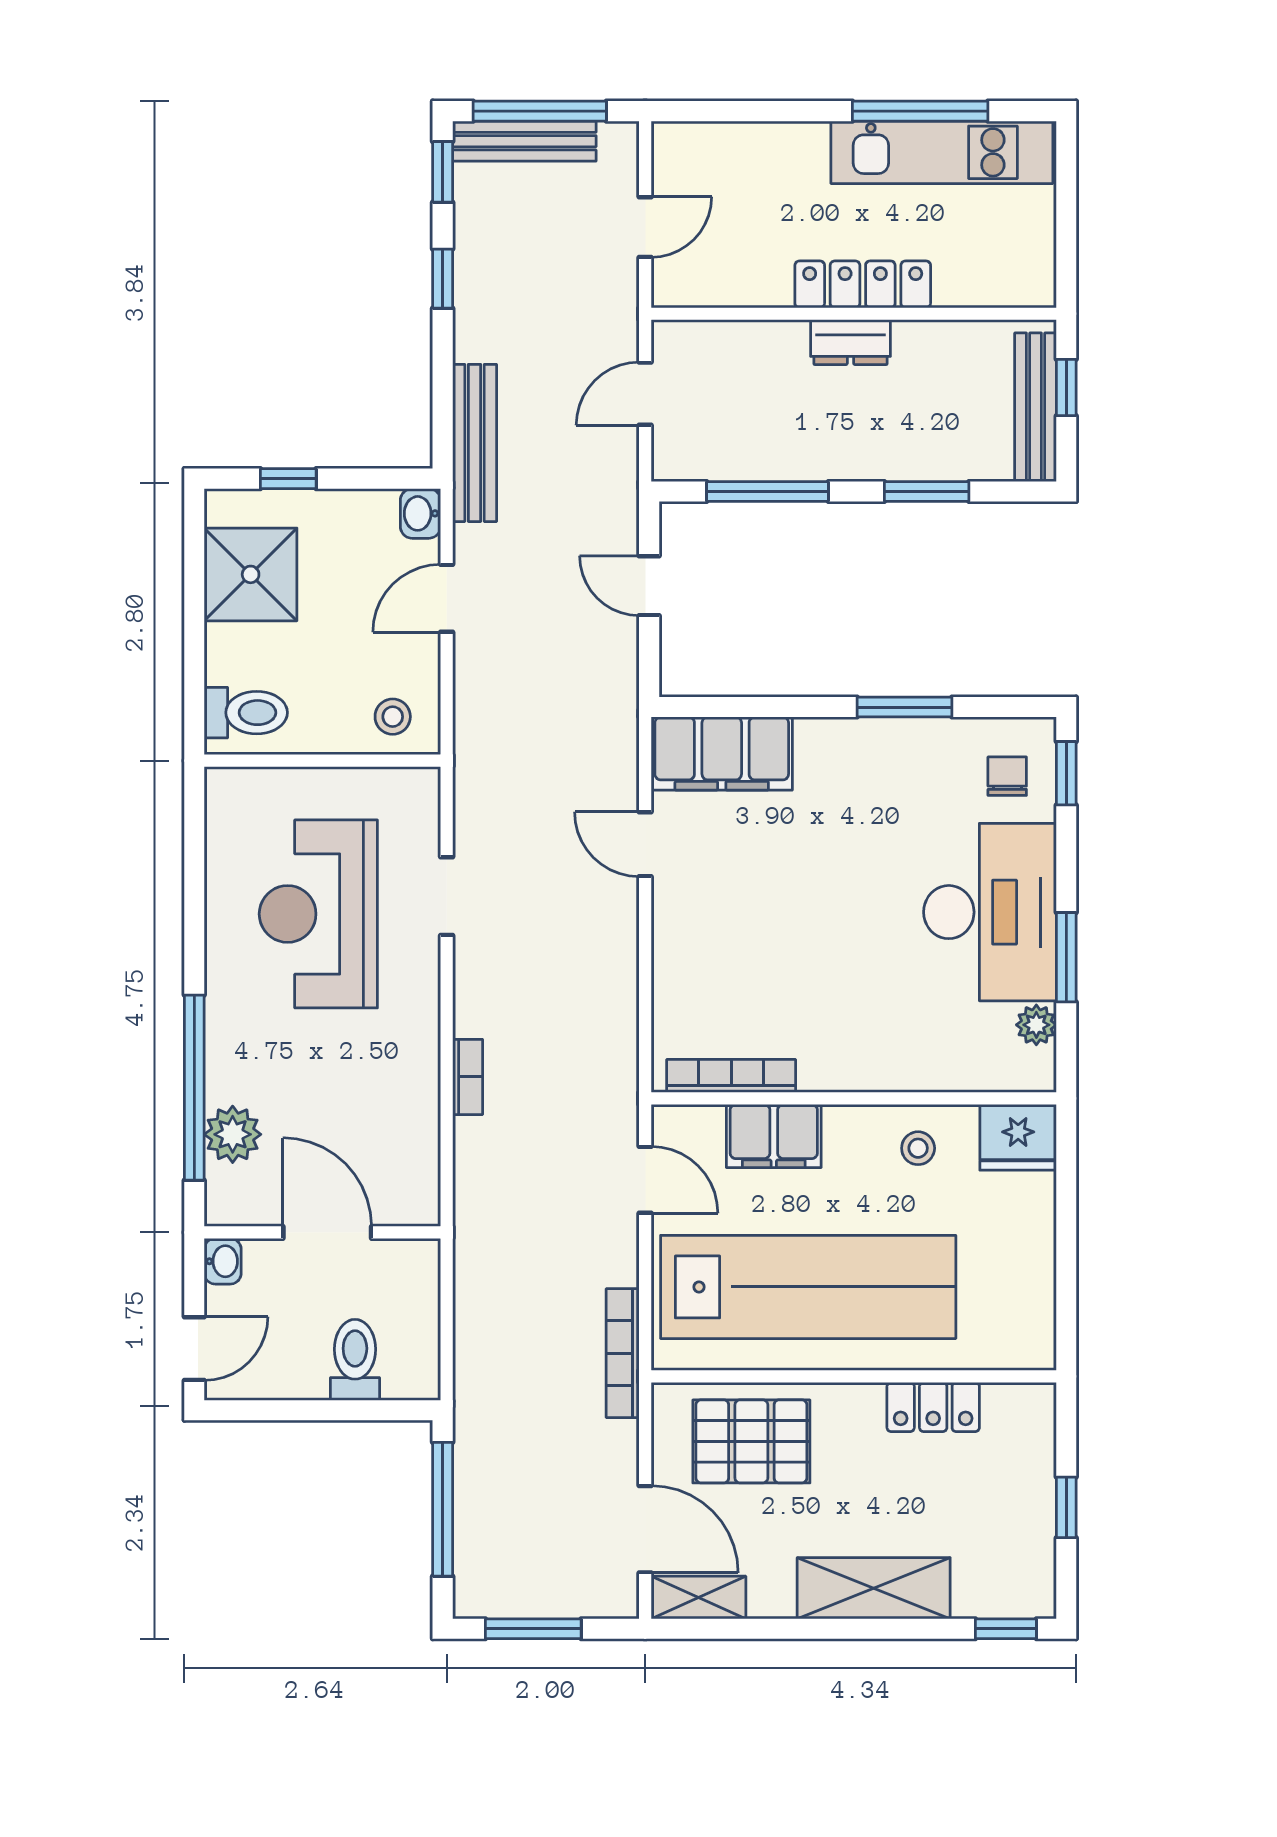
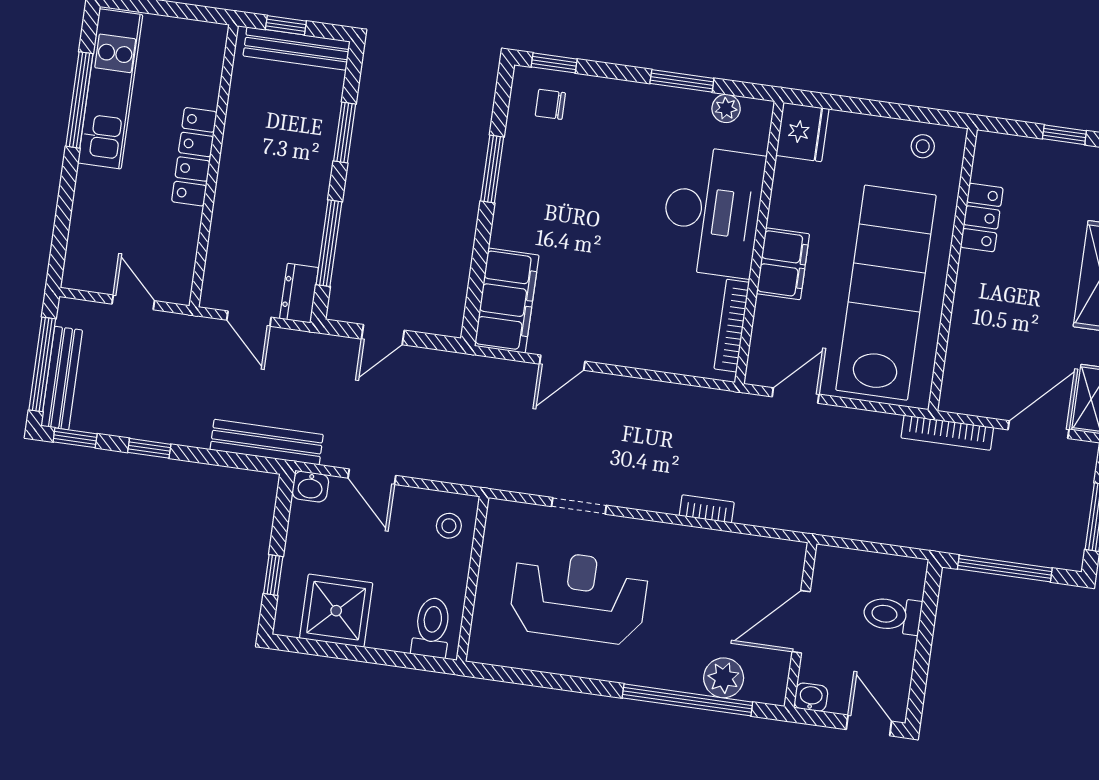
dresser: (850, 342) -> (299, 293), moved, turned 180
desk: (990, 912) -> (712, 211), moved, turned 90
reception desk: (318, 914) -> (579, 597), turned 180
filing cabinet: (774, 1136) -> (783, 264), moved
stool: (918, 1148) -> (923, 146), moved
bookcase: (623, 1353) -> (947, 433), moved
pallet: (751, 1441) -> (988, 347), removed

